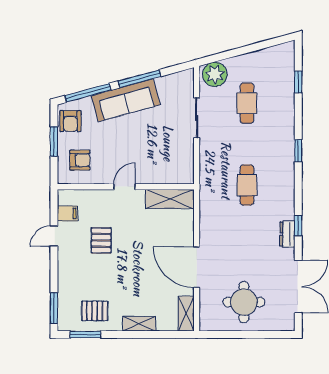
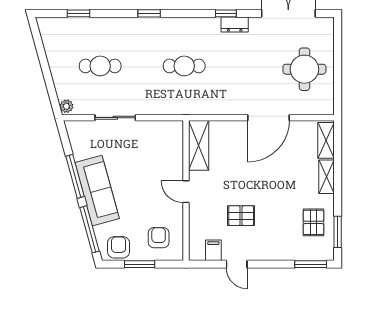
plant: (215, 74) -> (66, 106), width x0.53, depth x0.53
armchair: (70, 121) -> (119, 247), turned -90
shelving: (186, 314) -> (326, 140), moved, turned 90

